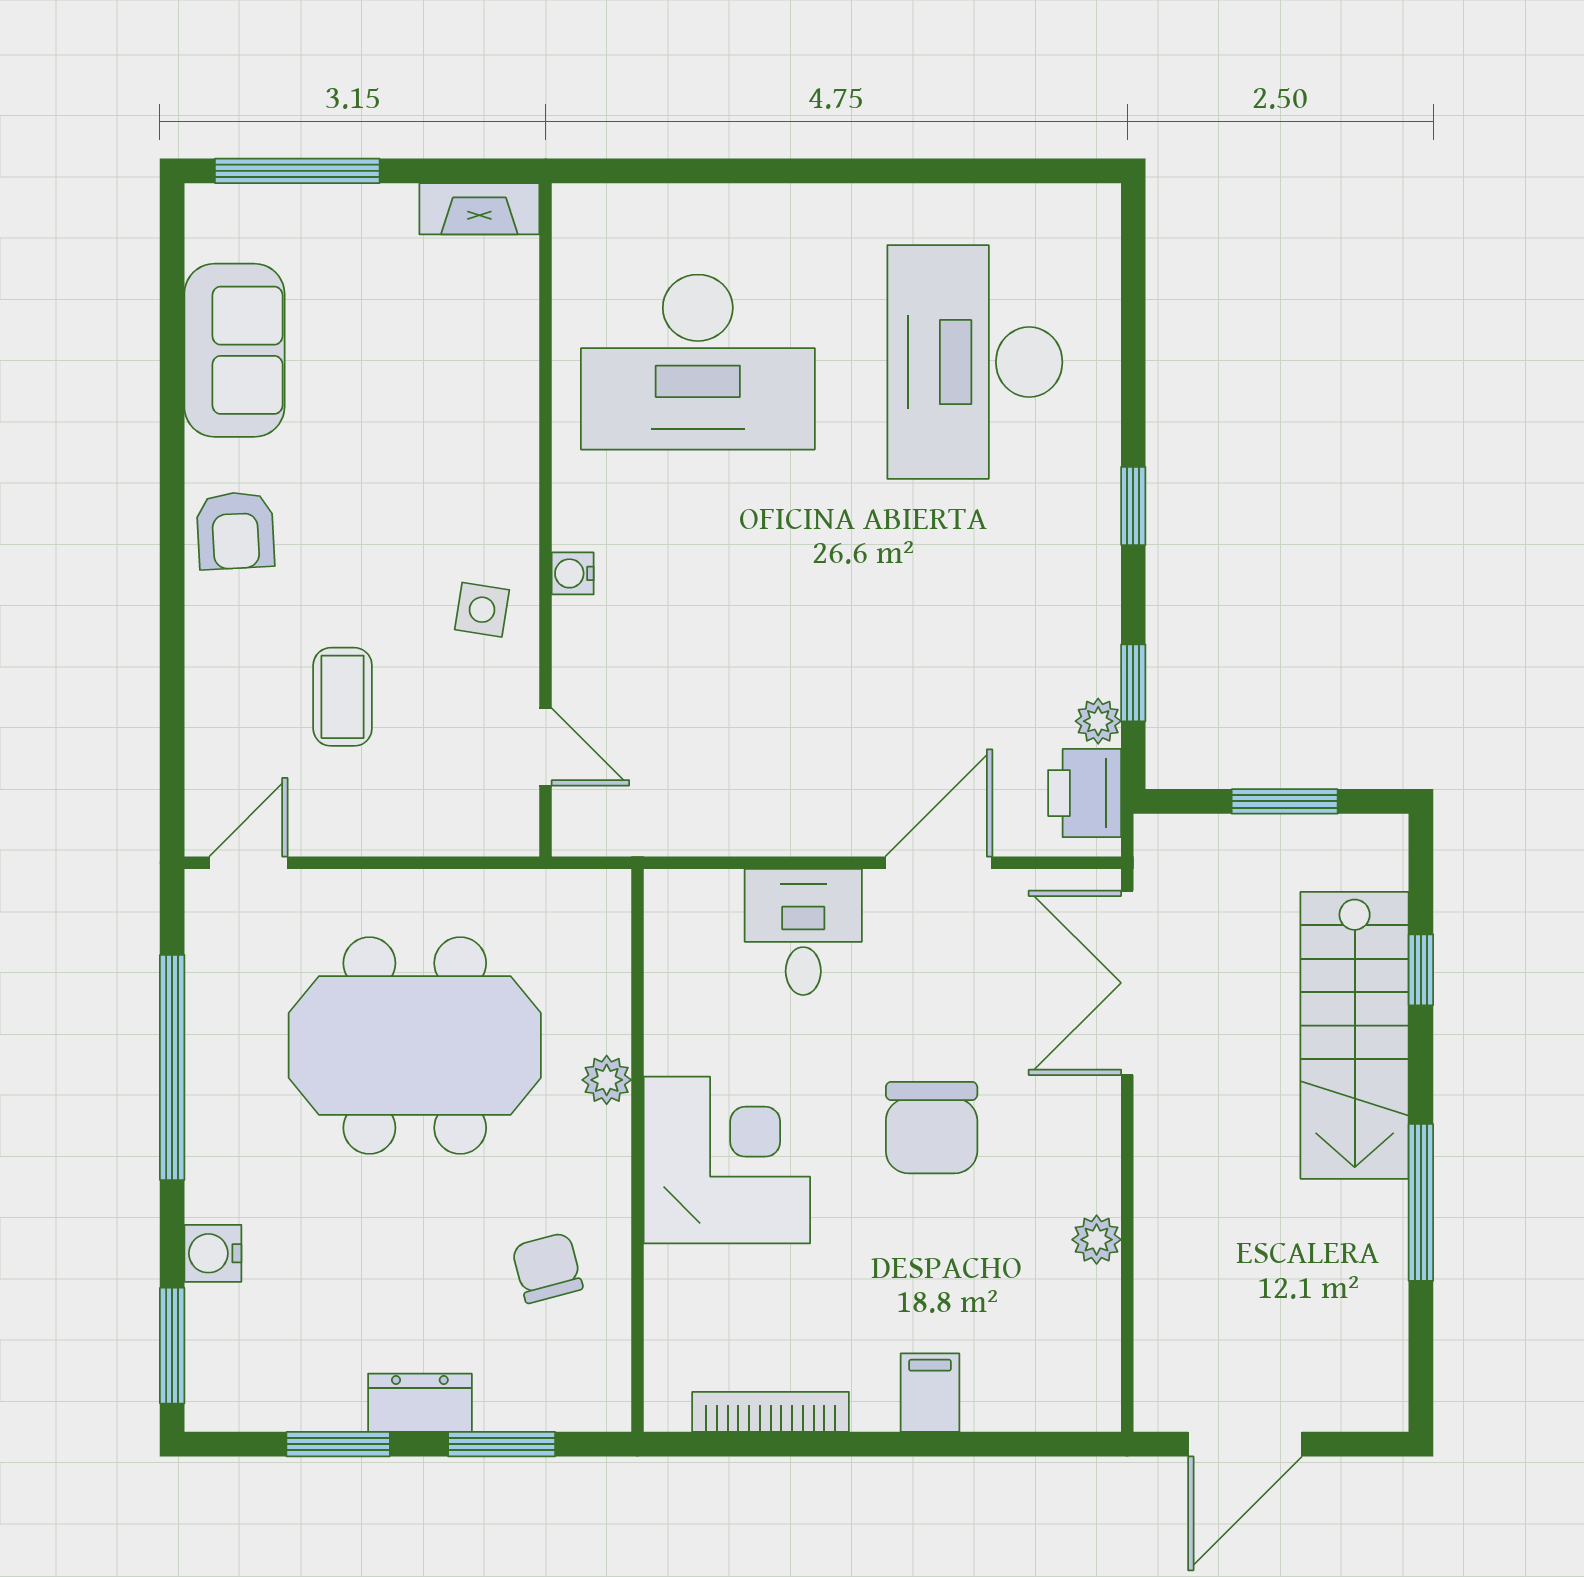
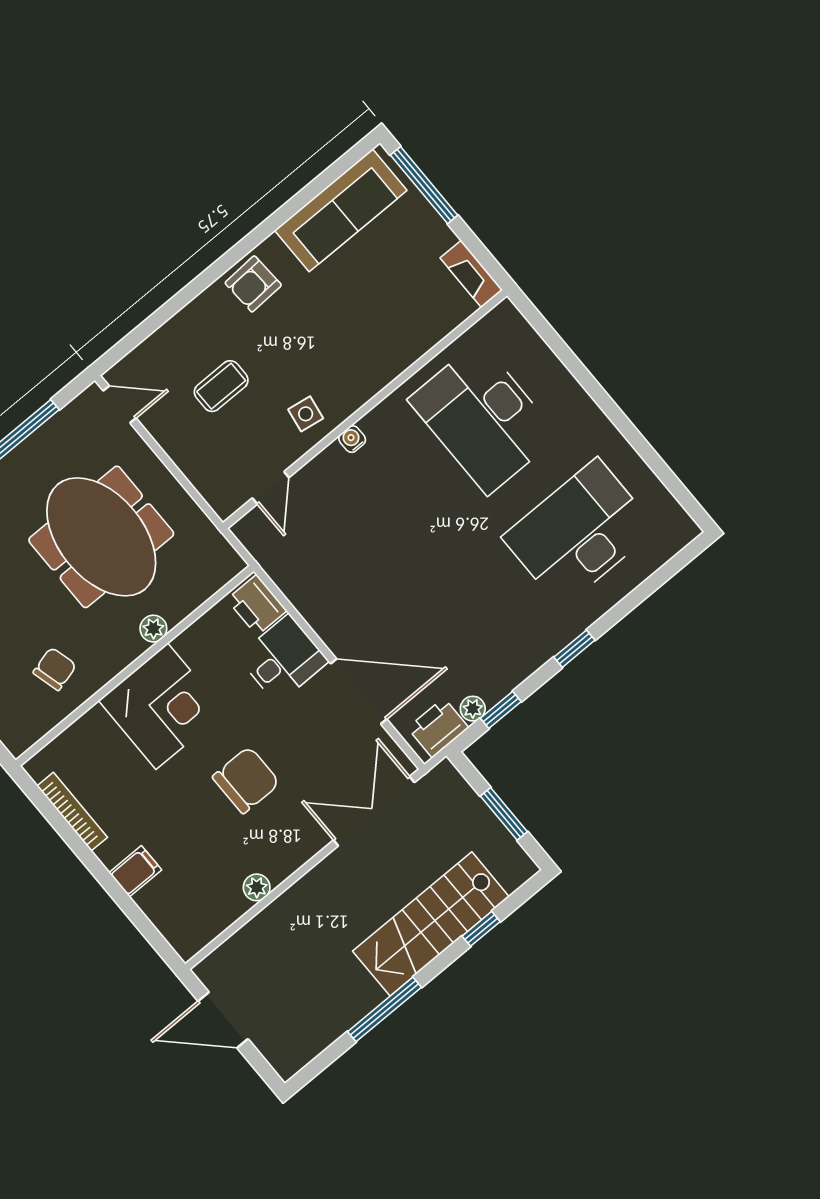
sofa: (234, 350) -> (341, 210), width x1.36
door: (939, 863) -> (359, 691), width x1.36
printer: (696, 905) -> (257, 605), added
chair: (932, 1128) -> (246, 780), turned 180

